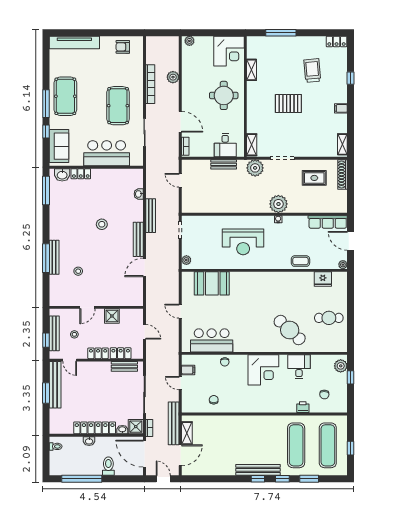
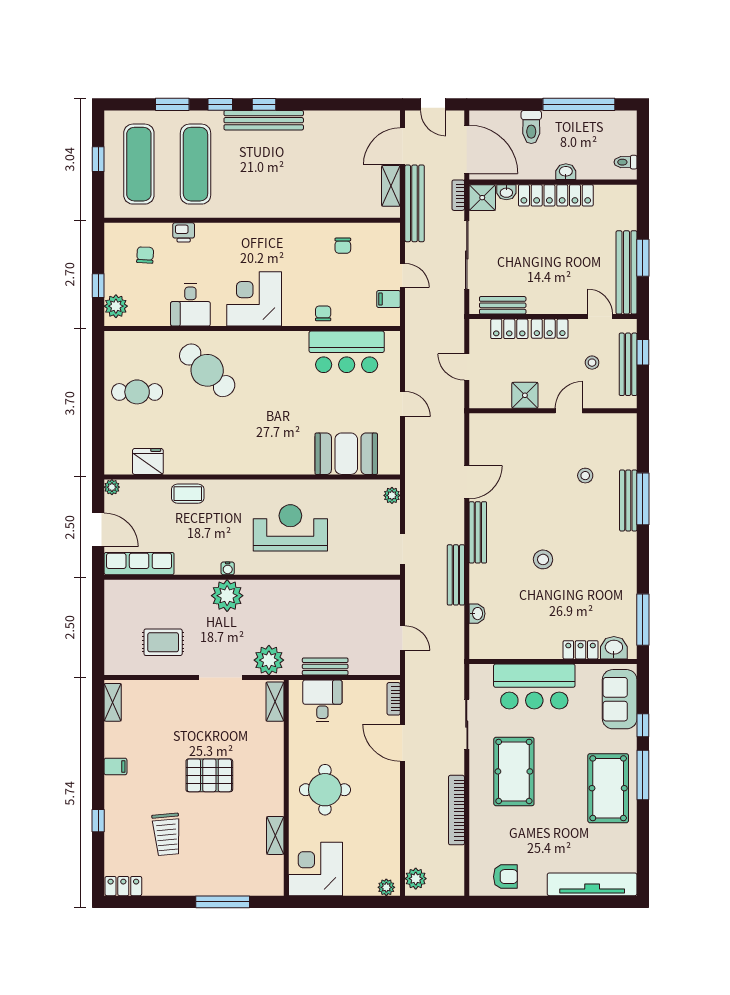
plant: (173, 77) -> (416, 879), moved
shoe rack: (343, 175) -> (112, 648), removed

